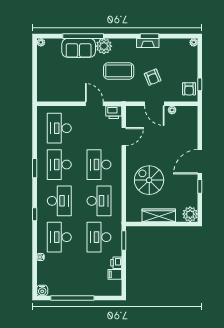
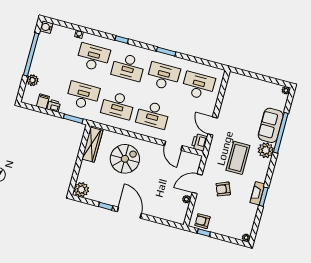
door: (94, 104) -> (213, 126), swing flipped
desk: (99, 165) -> (153, 115), turned 180
wardrobe: (159, 215) -> (92, 145), moved
plant: (97, 290) -> (32, 80), added

